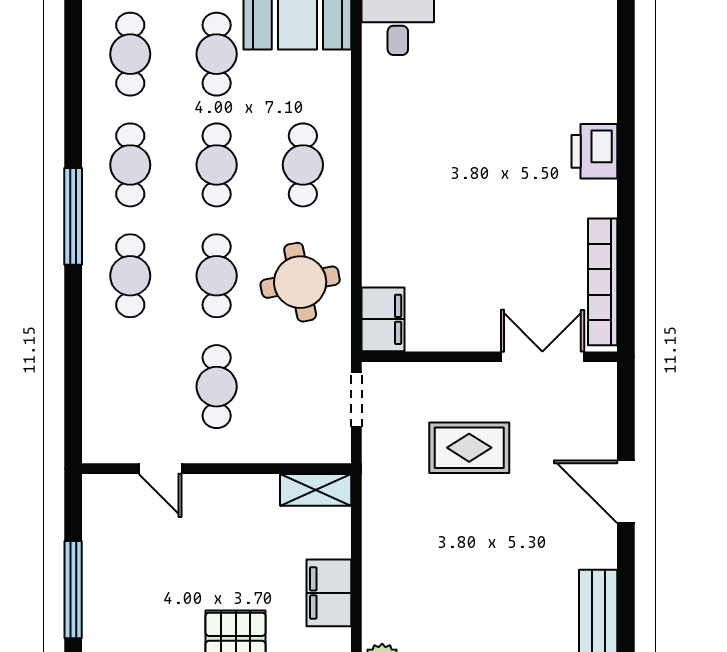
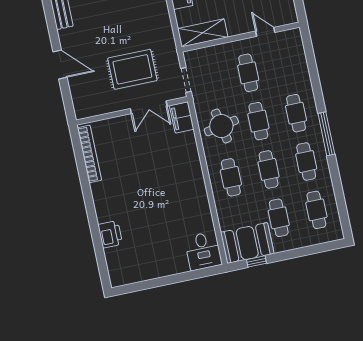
printer: (594, 151) -> (110, 234), moved
double door: (542, 357) -> (149, 107), moved
rug: (469, 448) -> (132, 69), width x1.36, depth x1.43
shelving: (316, 490) -> (203, 33), width x1.50, depth x1.33

